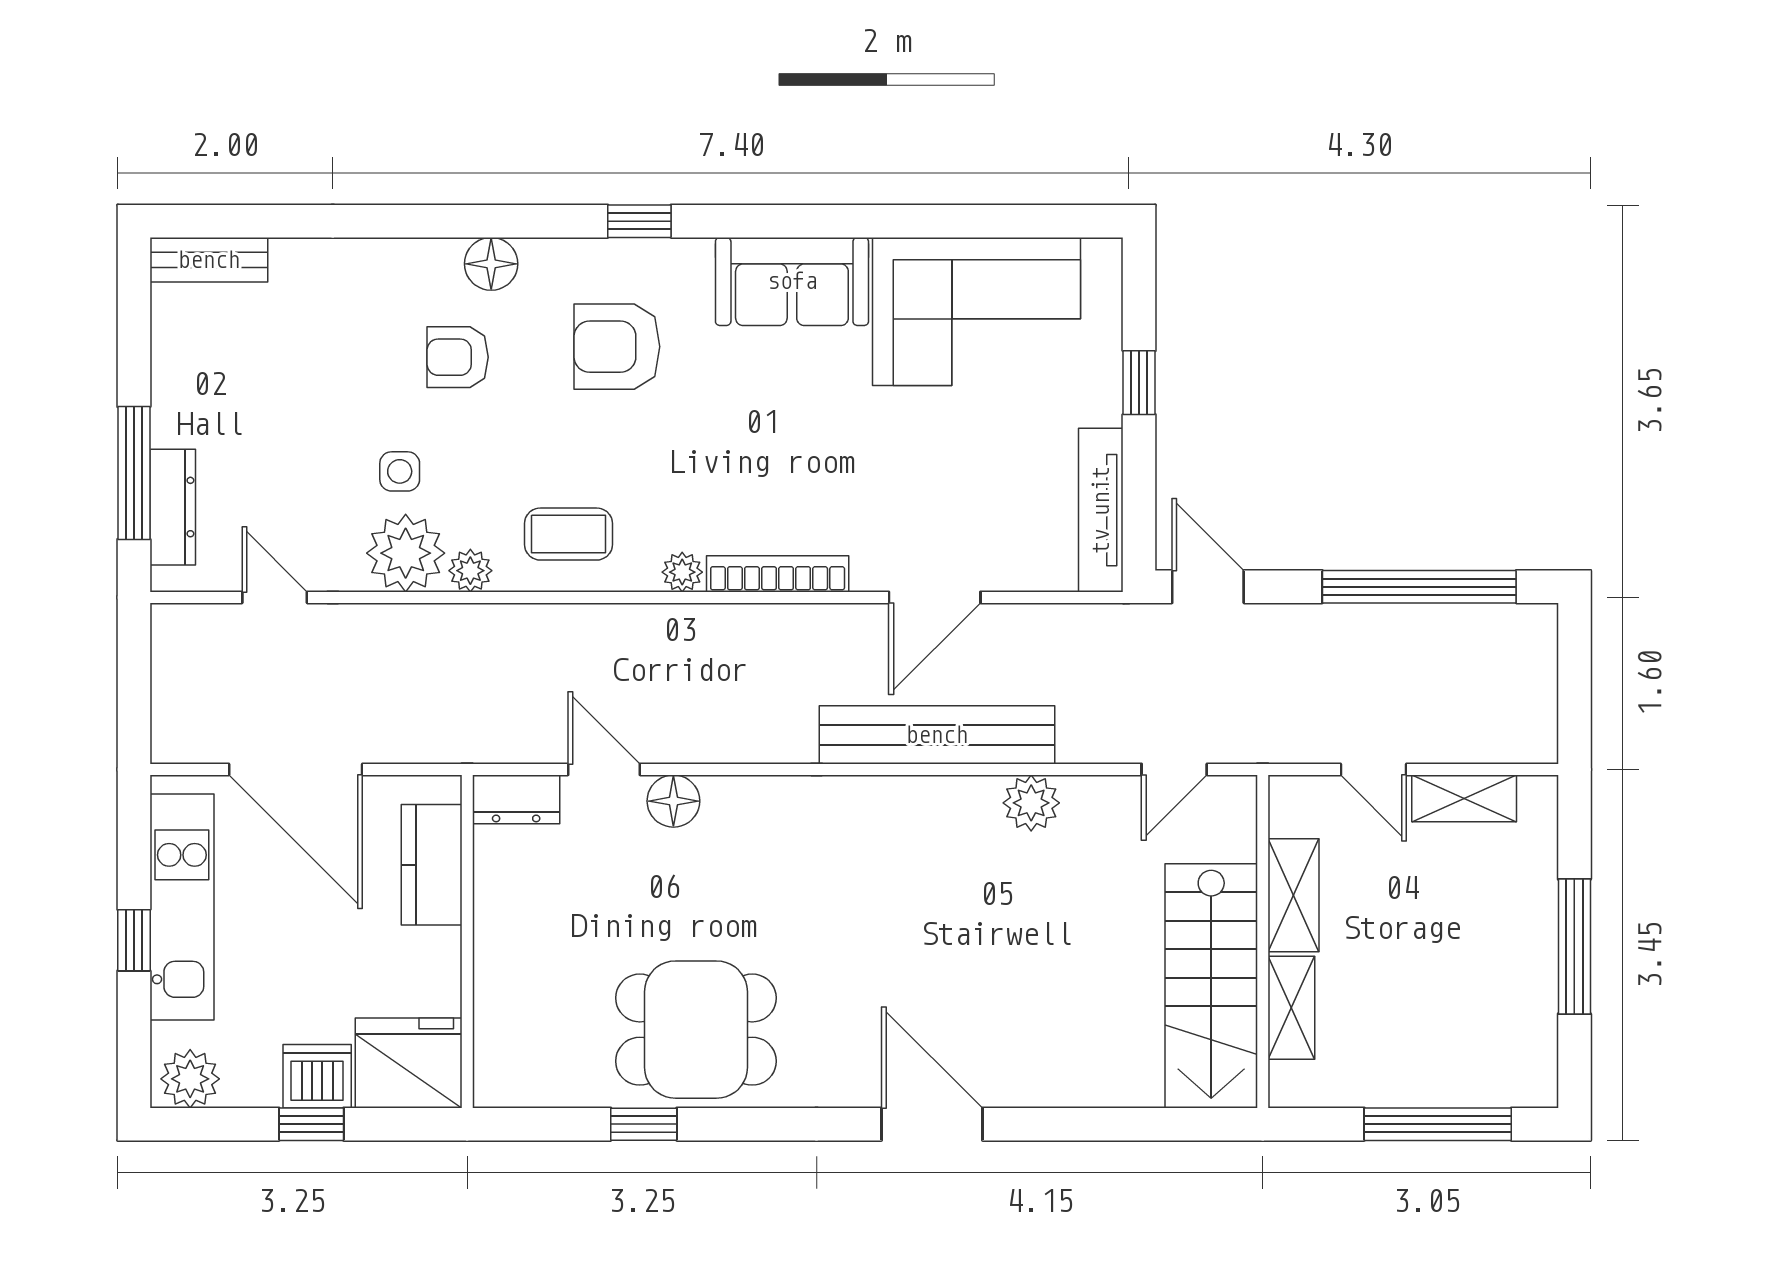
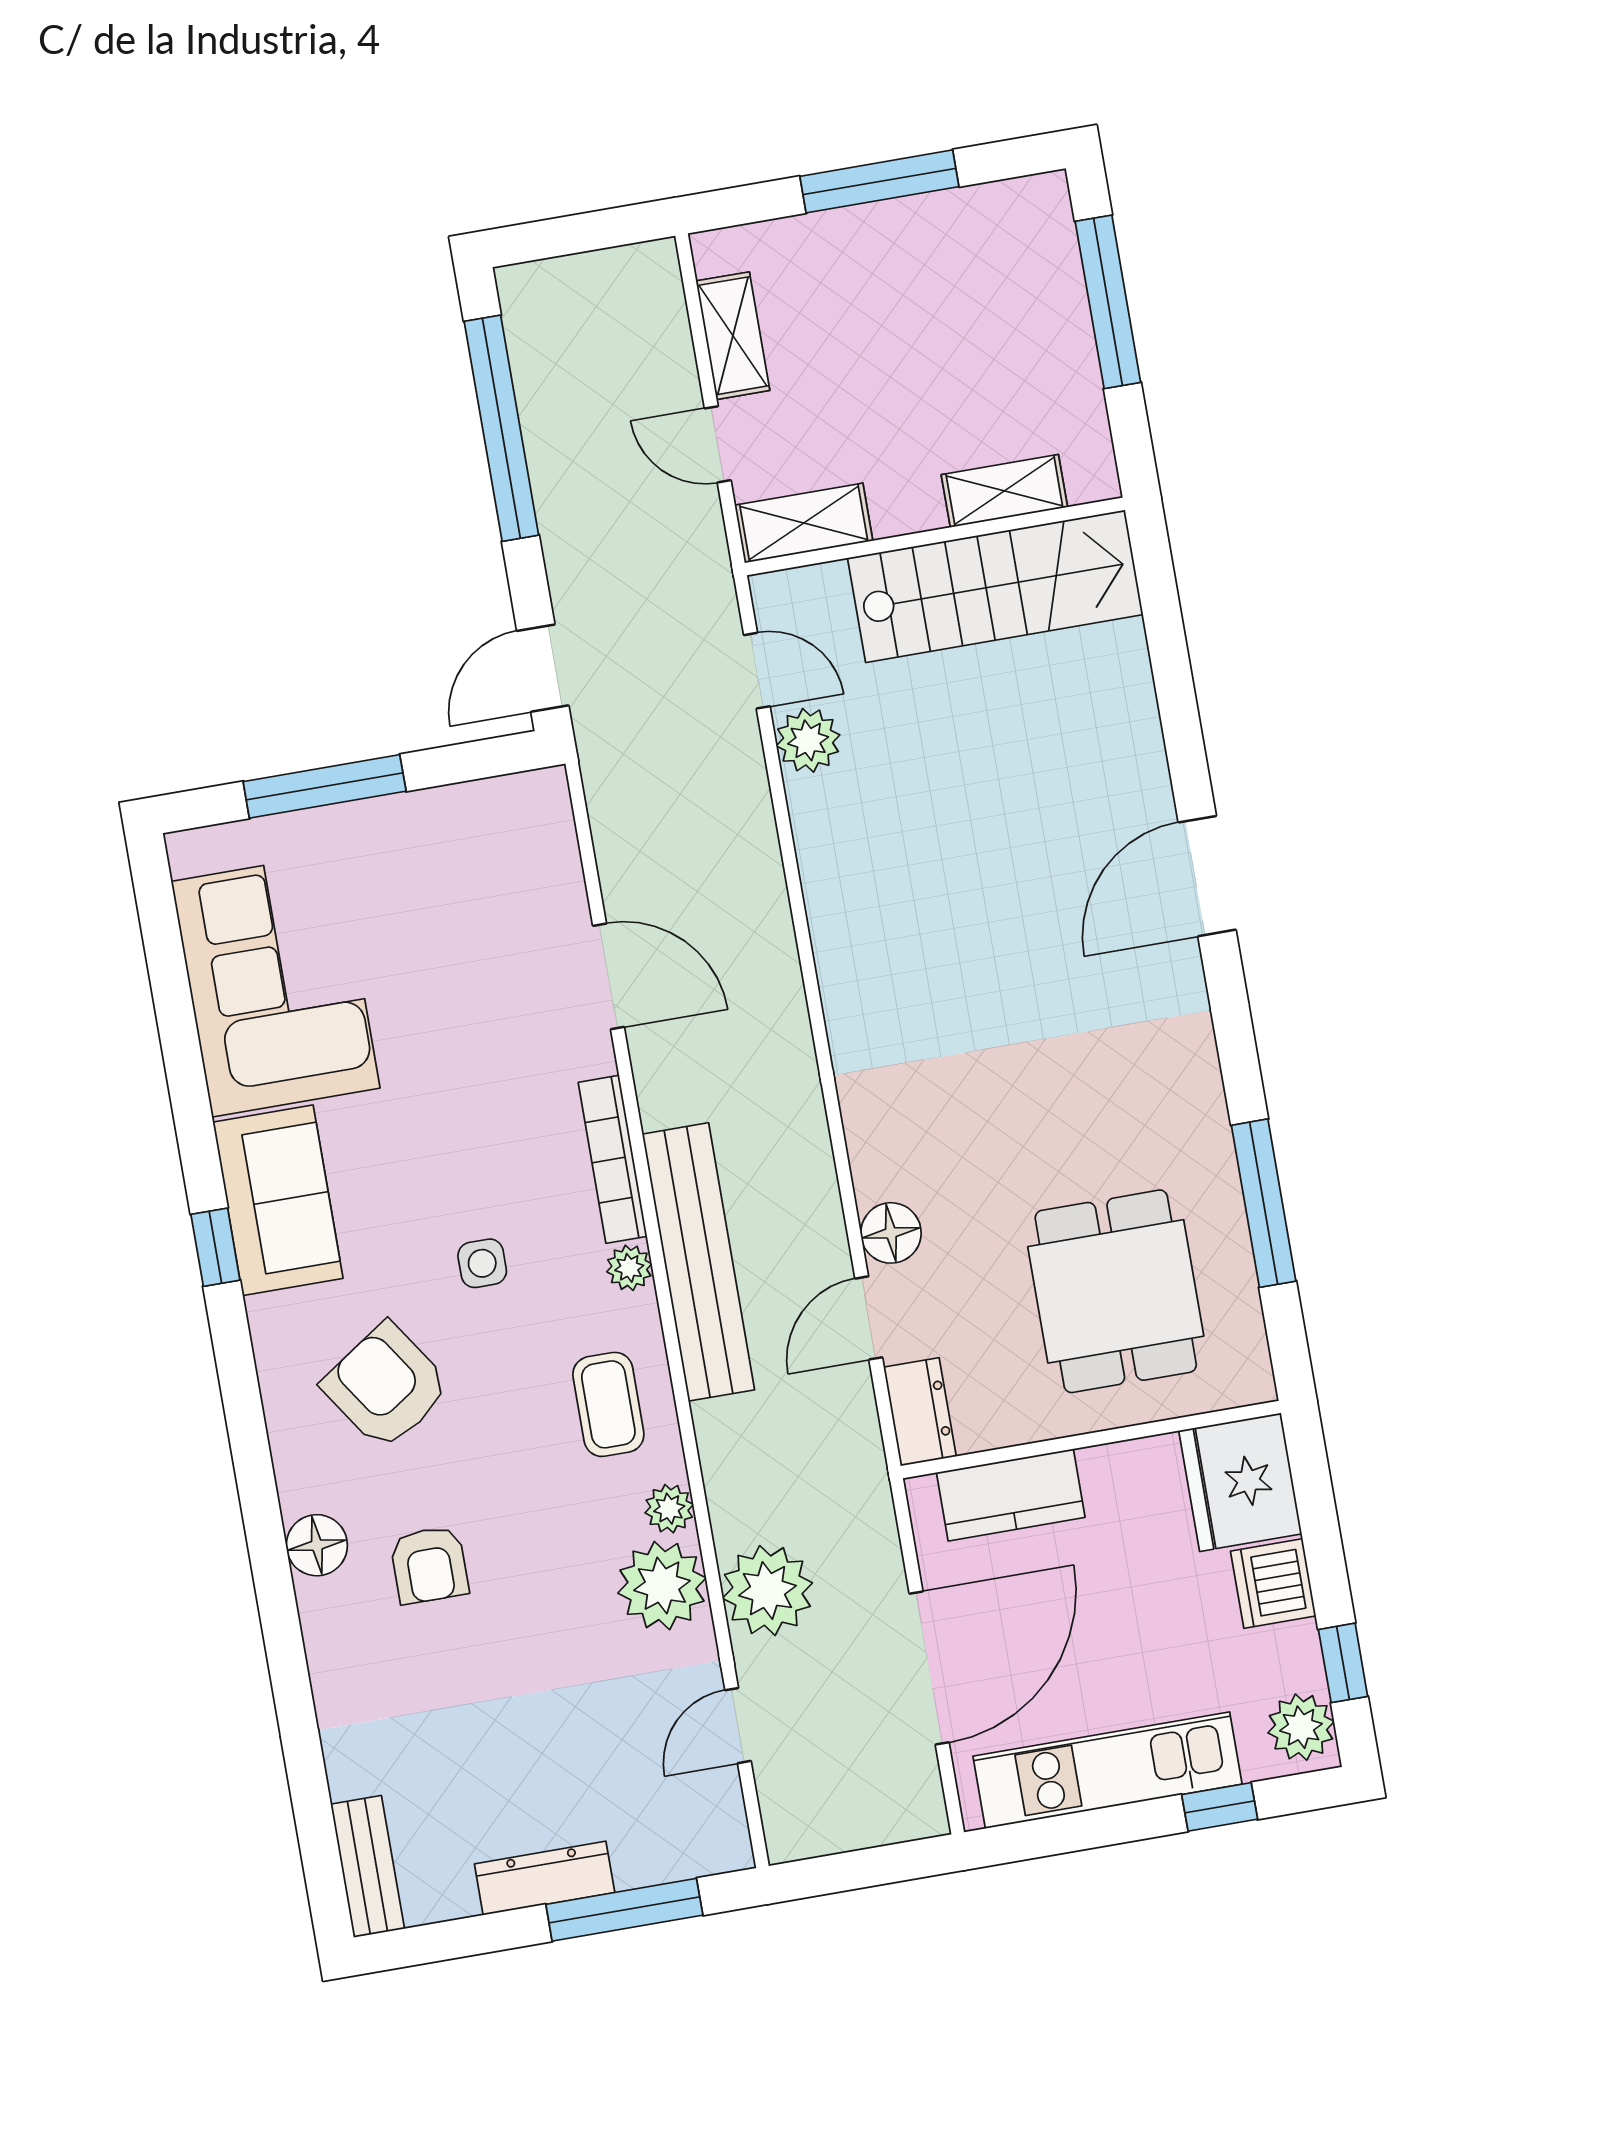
window: (639, 221) -> (215, 1247), moved
armchair: (617, 347) -> (386, 1386), turned 146
window: (1139, 383) -> (325, 786), width x2.17
side table: (400, 471) -> (482, 1263), moved
dresser: (173, 507) -> (545, 1878), moved
tv unit: (1101, 510) -> (477, 805), removed
plant: (386, 643) -> (767, 1591), added
bench: (937, 735) -> (698, 1262), moved
door: (1374, 769) -> (718, 444), swing flipped
plant: (1031, 803) -> (808, 740), moved
shelving: (1294, 895) -> (804, 523), moved
window: (134, 940) -> (1220, 1807), moved
dining table: (696, 1030) -> (1116, 1291), moved
window: (311, 1124) -> (1343, 1663), moved
window: (644, 1124) -> (1264, 1203), width x2.17

